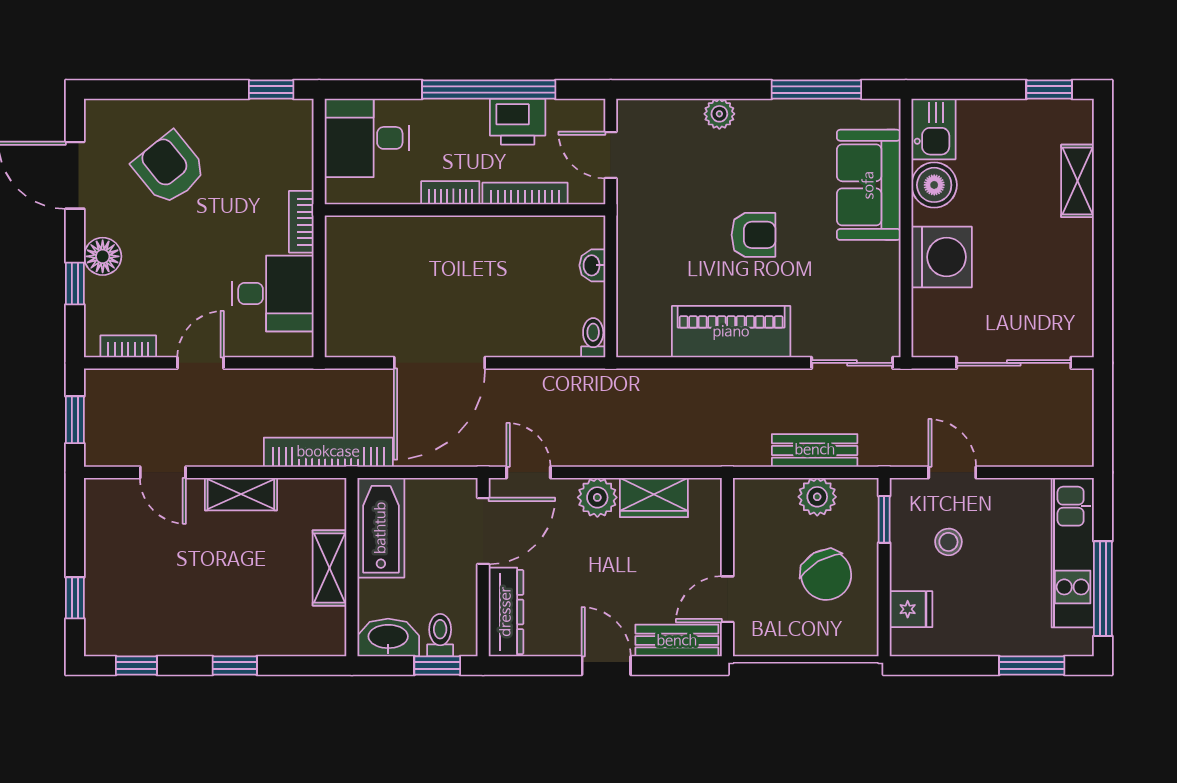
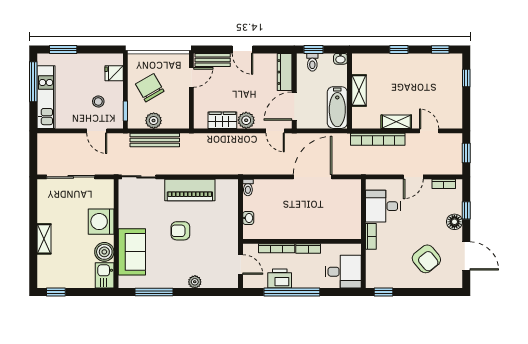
shelving: (1077, 181) -> (44, 239), moved
bench: (815, 450) -> (155, 140), width x1.36
bookcase: (328, 452) -> (378, 139), moved
washbasin: (388, 638) -> (340, 59), width x0.52, depth x0.69

